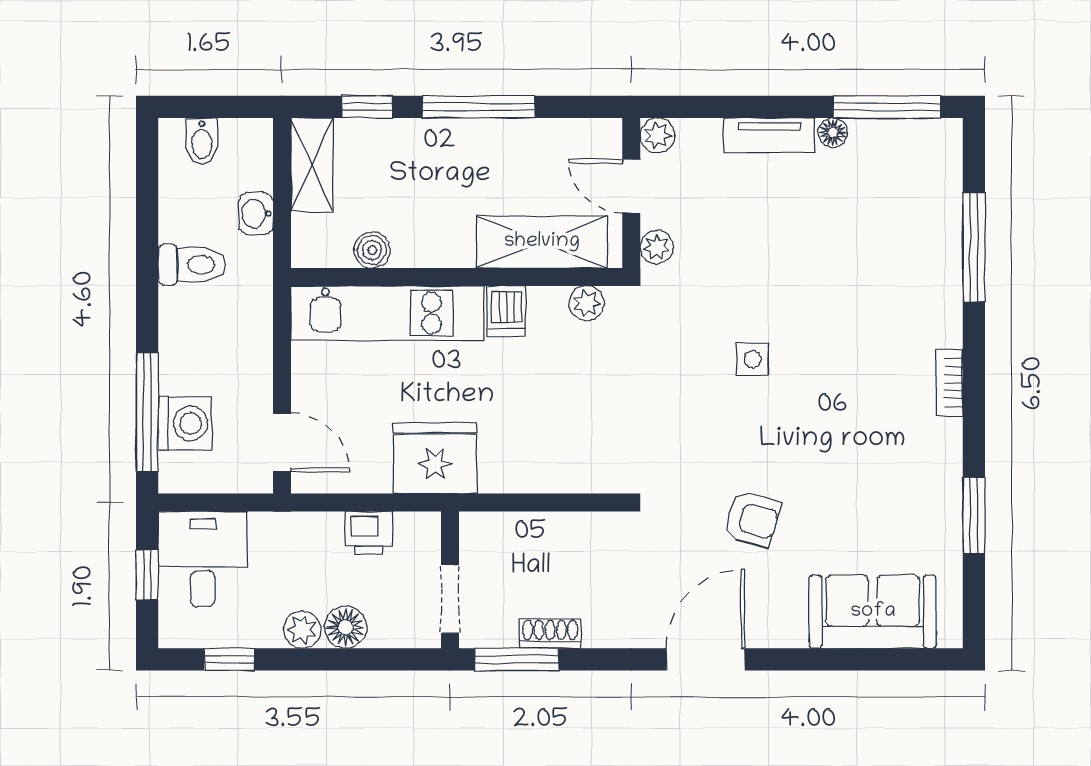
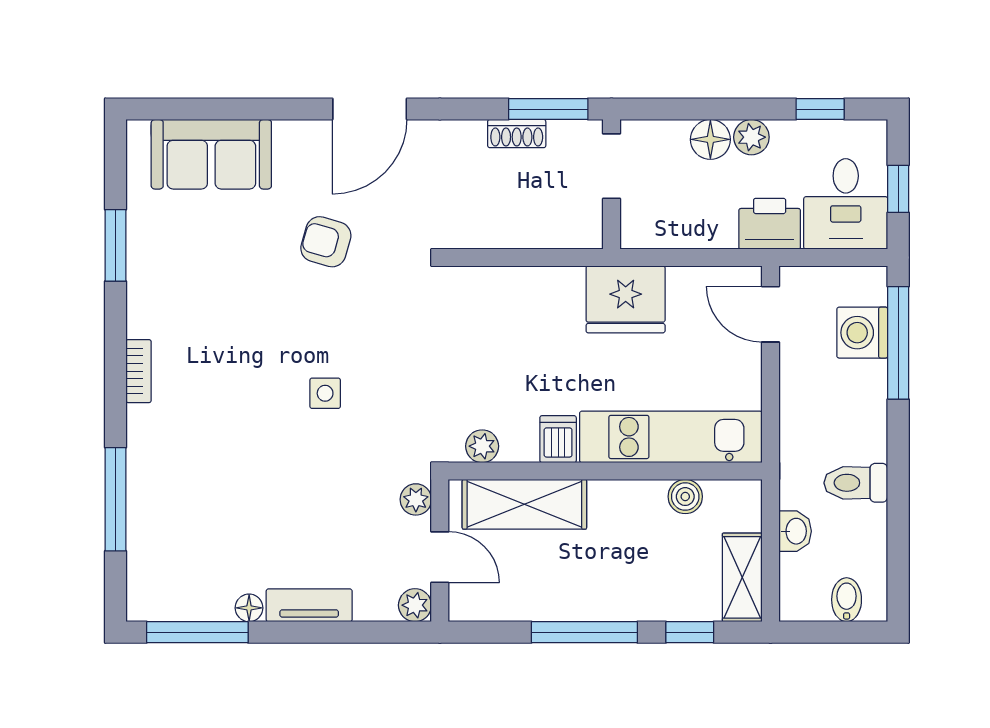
printer: (369, 533) -> (770, 224), moved, width x1.36, depth x1.24

